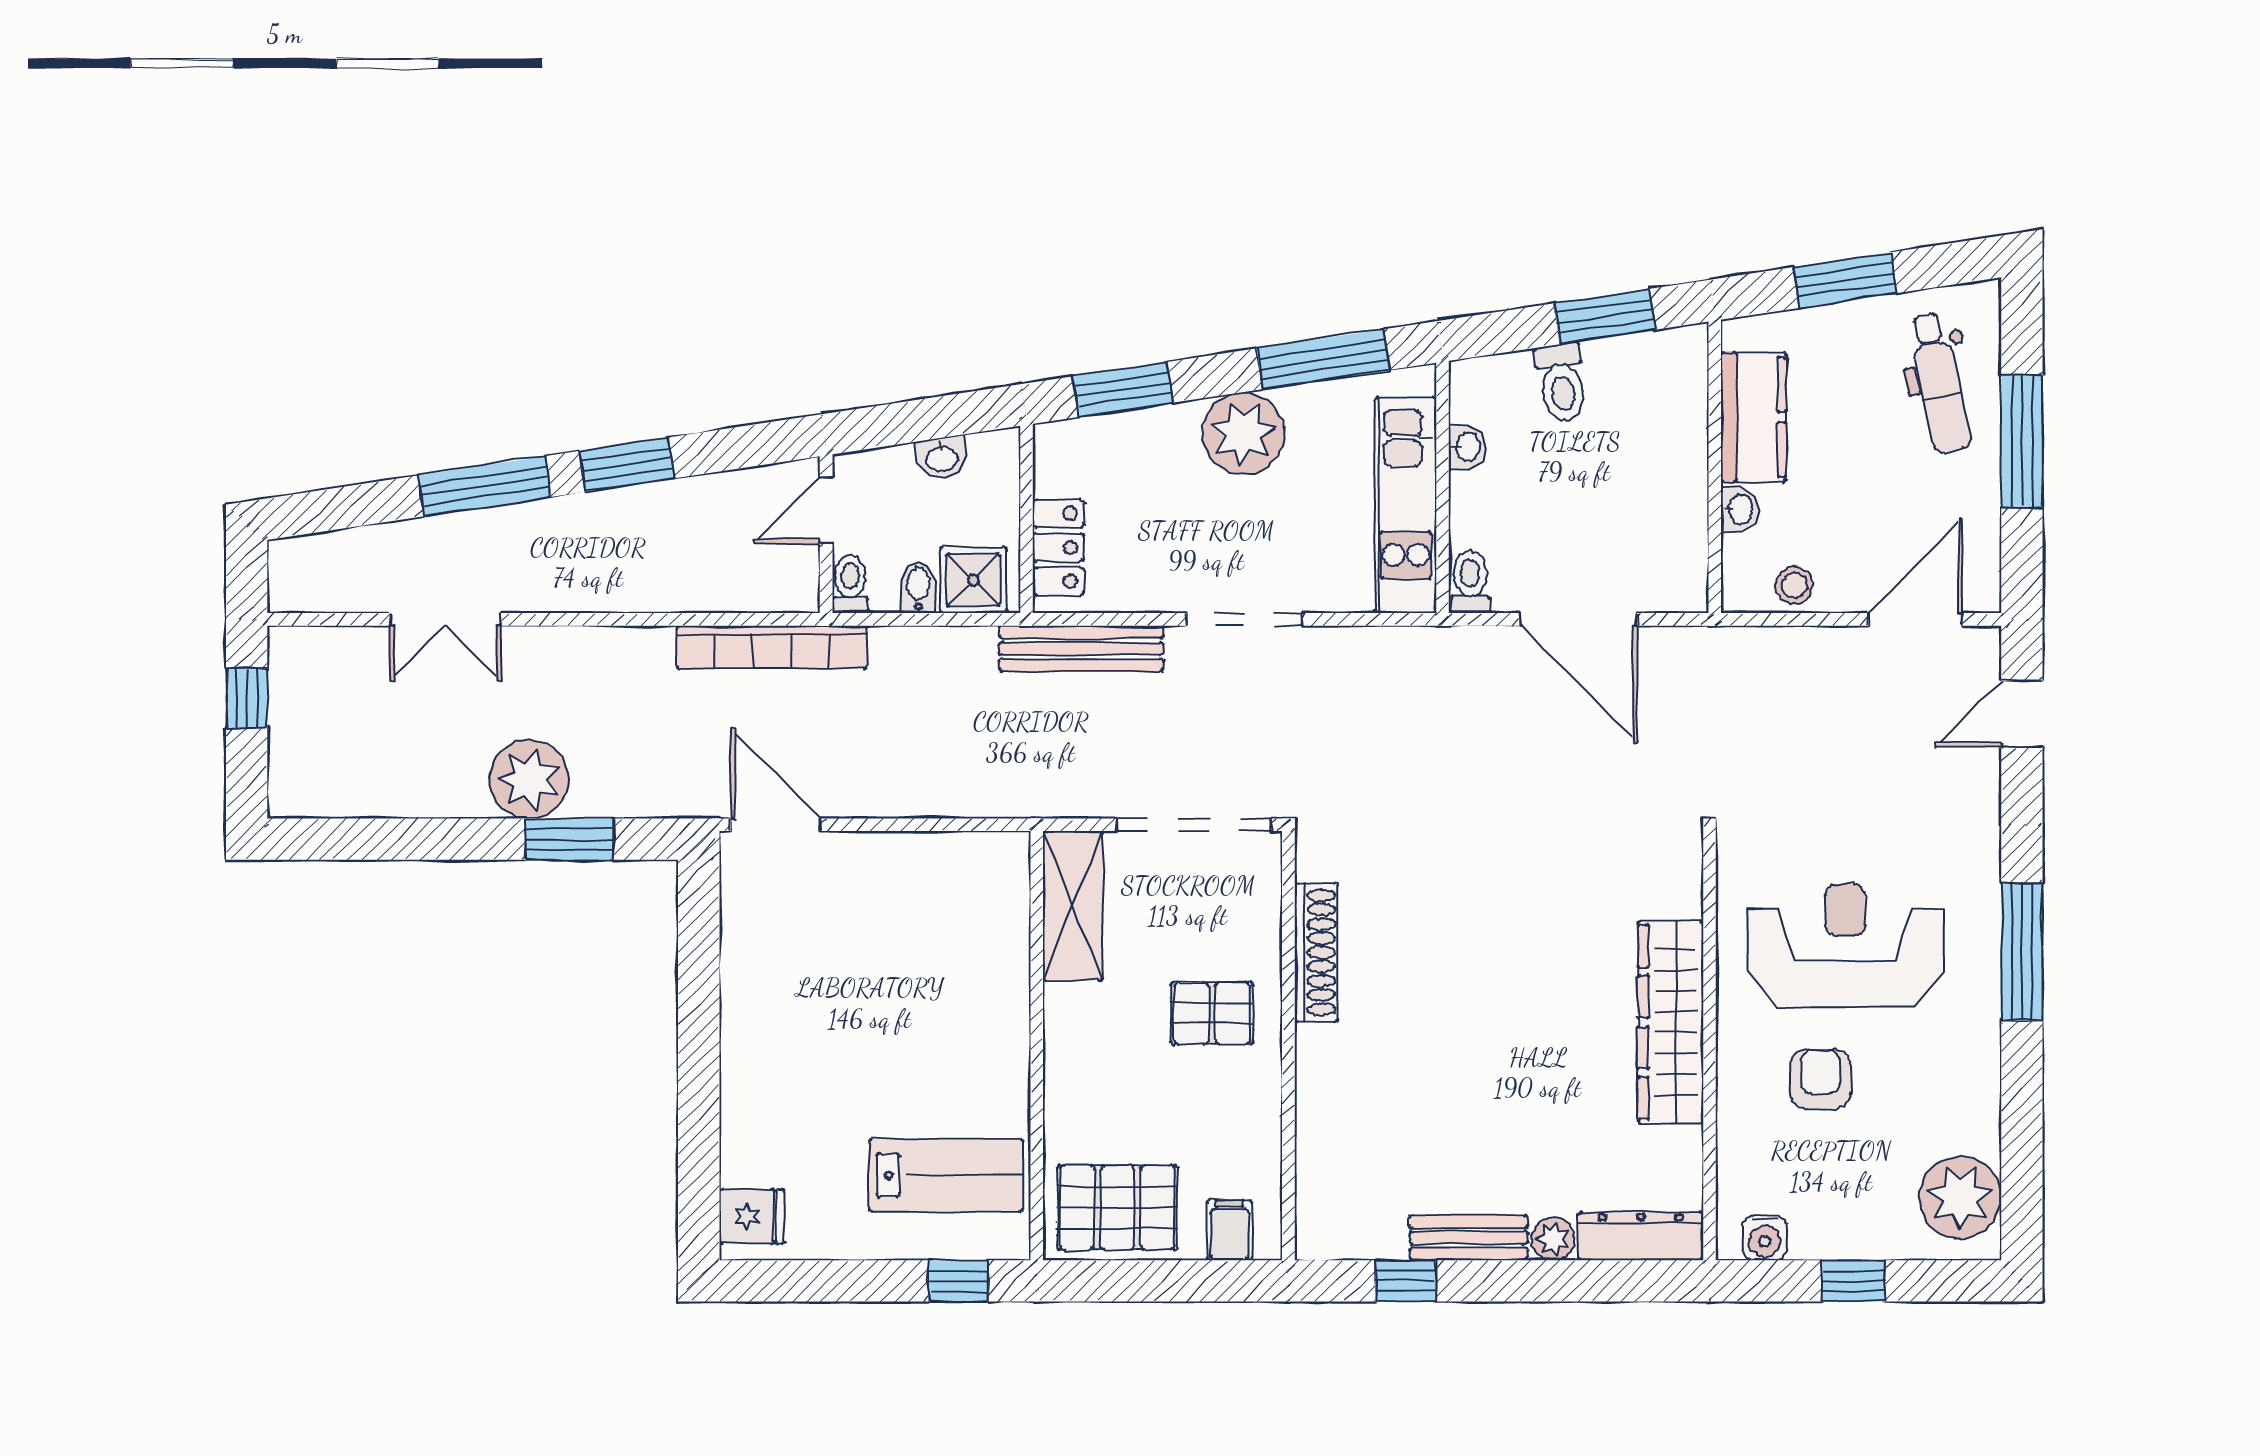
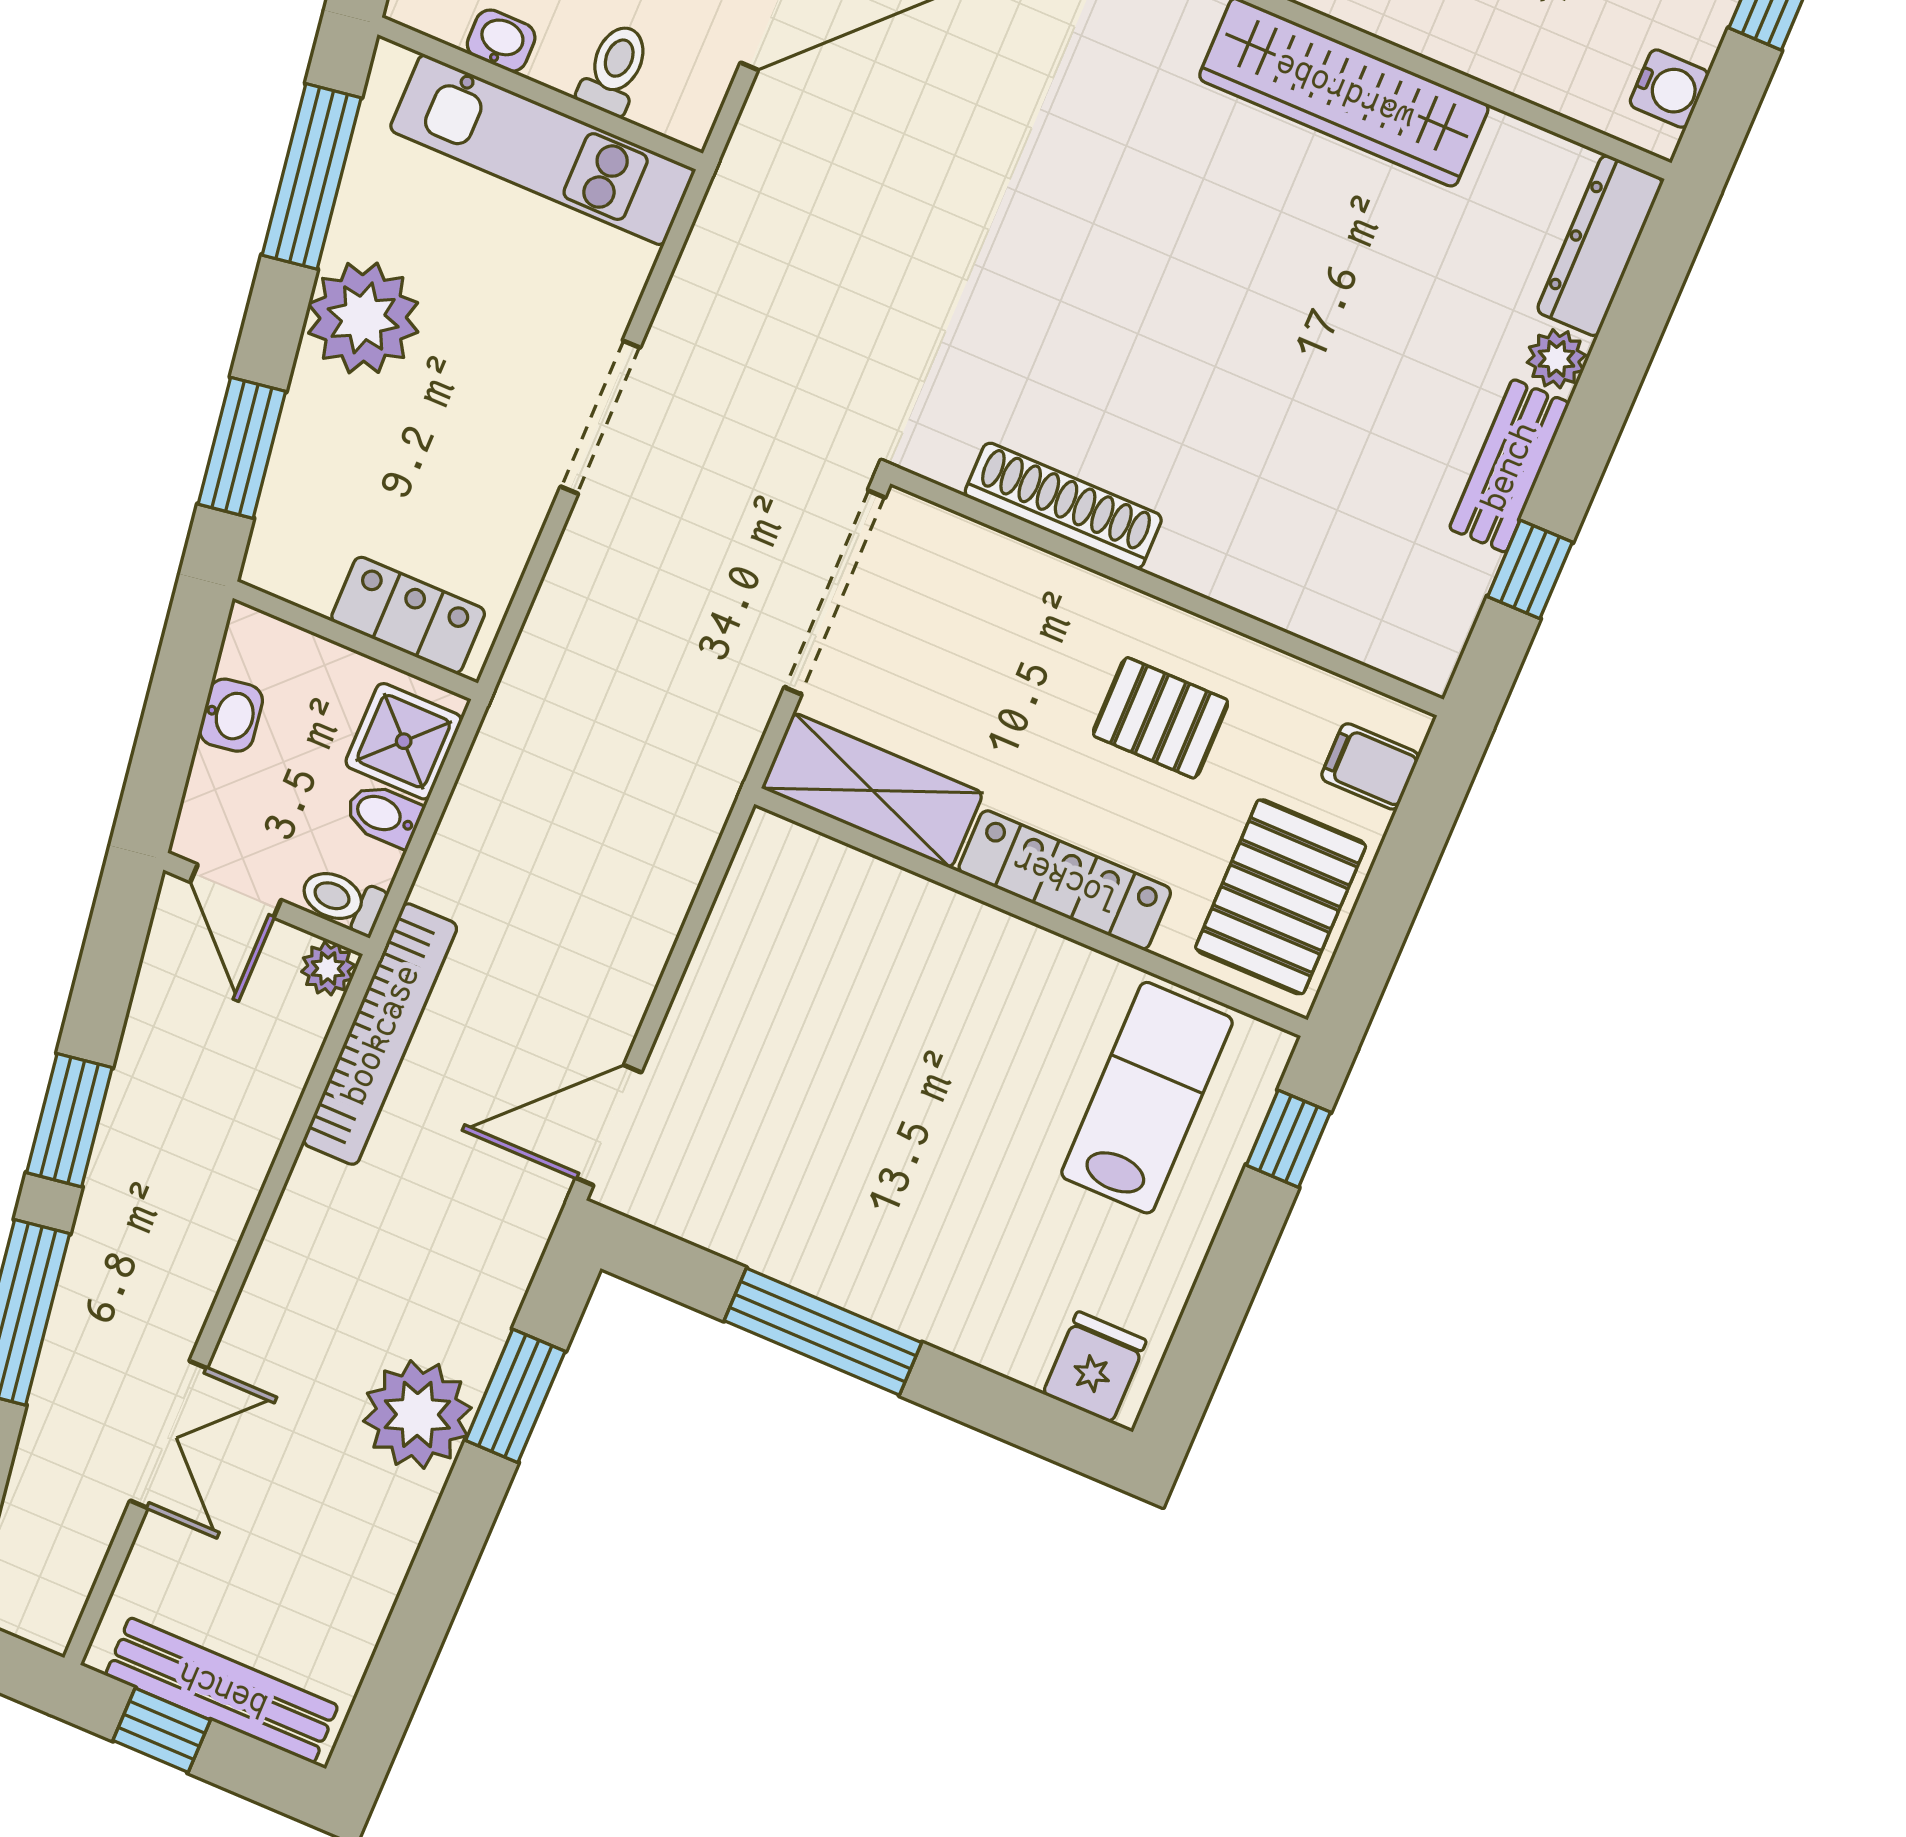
toilet: (1470, 582) -> (614, 69), moved, turned 90
plant: (801, 594) -> (328, 968), added
bench: (1081, 648) -> (222, 1690), moved, turned 90
pallet: (1212, 1013) -> (1160, 718), moved, turned 90
window: (699, 1026) -> (823, 1332), added
locker: (1068, 1059) -> (1065, 880), added

